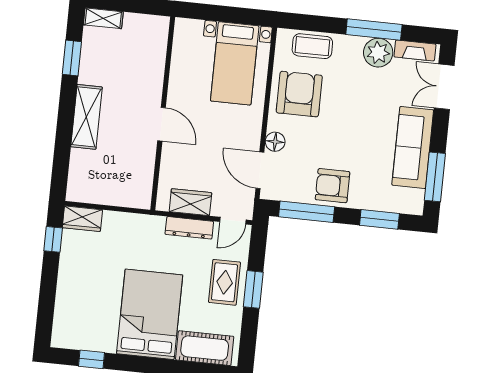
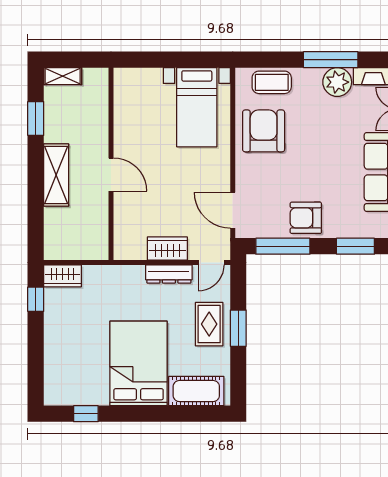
wall: (163, 113) -> (111, 164), moved
door: (162, 124) -> (111, 175), moved
floor lamp: (275, 142) -> (245, 180), removed

